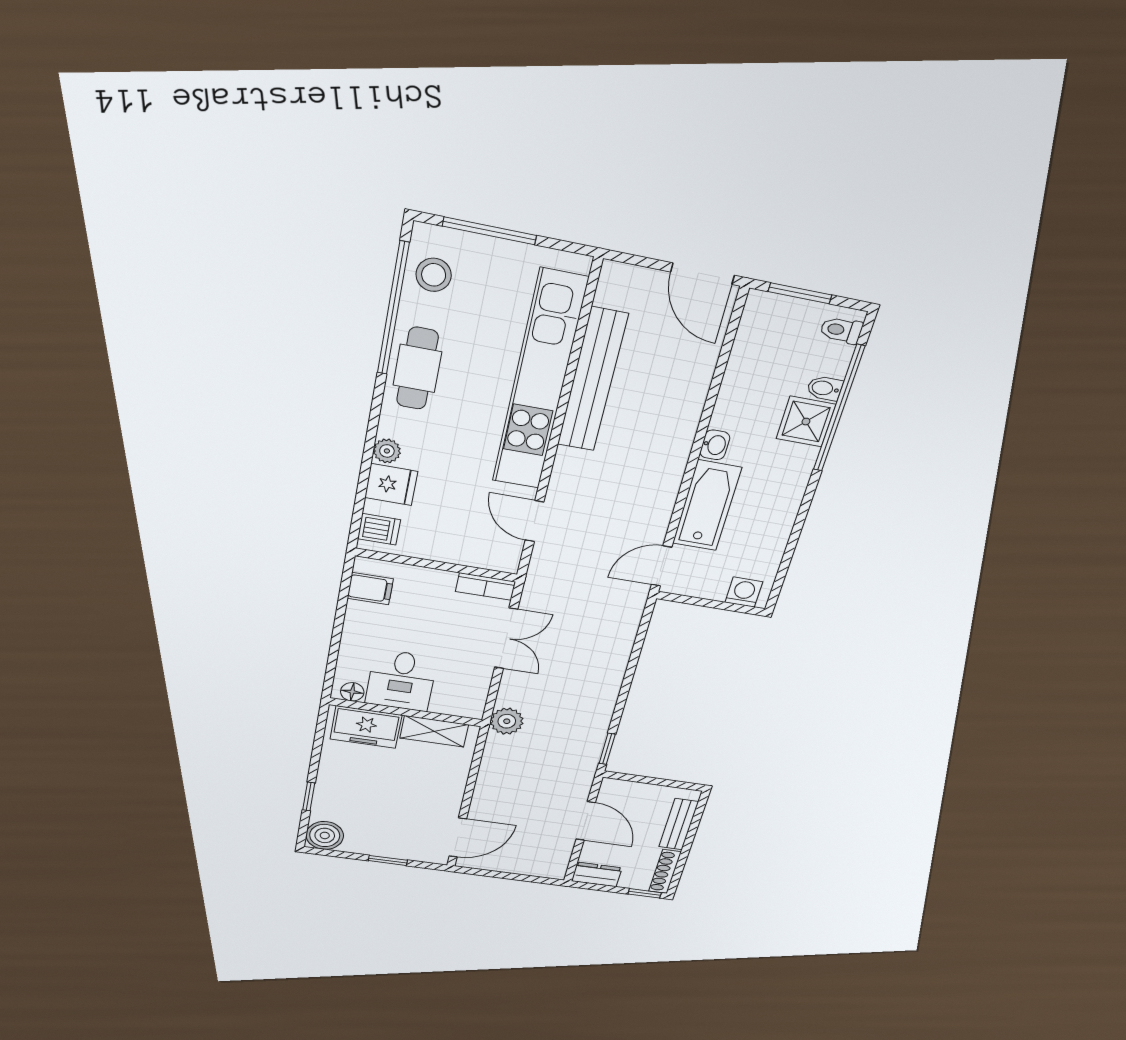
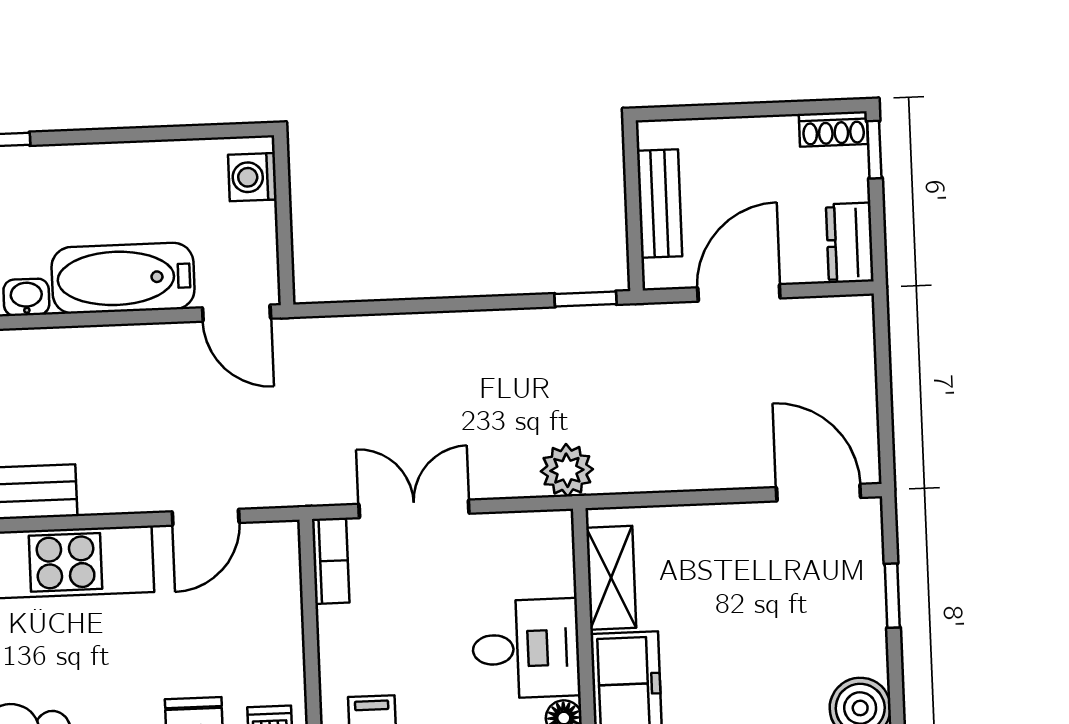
bench: (679, 824) -> (660, 203), moved, turned 90
shoe rack: (665, 872) -> (833, 129), width x0.70

